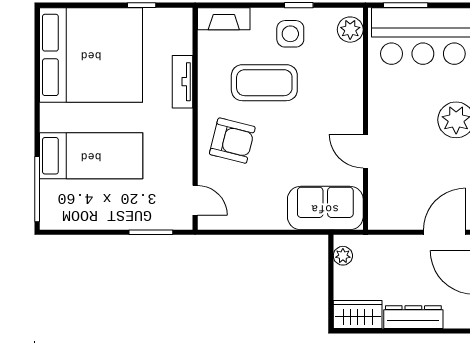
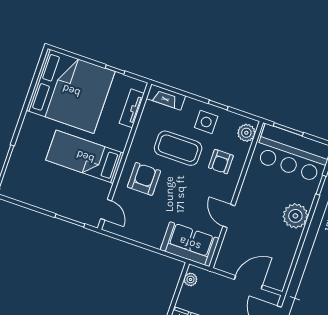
armchair: (329, 81) -> (221, 162), added
tv unit: (183, 82) -> (132, 108), moved
armchair: (232, 141) -> (144, 179), turned -104
bed: (91, 156) -> (85, 157), moved, turned 180
door: (445, 232) -> (248, 282), moved

